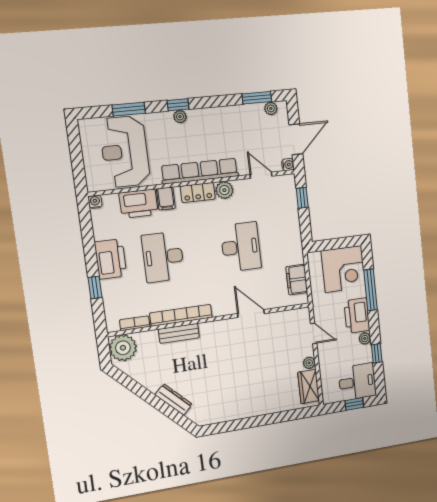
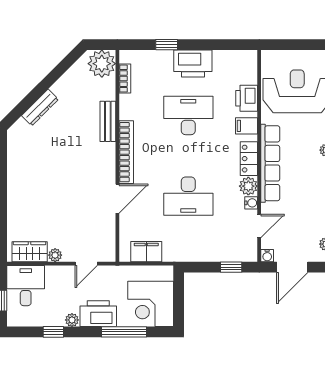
door: (296, 139) -> (292, 267), hinge flipped
water cooler: (95, 202) -> (251, 203), moved
printer: (139, 204) -> (247, 98), width x0.73, depth x0.84
bookcase: (181, 315) -> (126, 152), moved
desk: (357, 382) -> (26, 286), moved, turned 180

